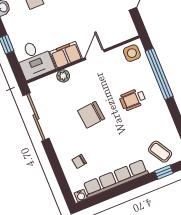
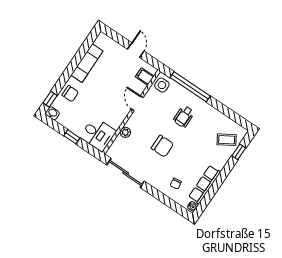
filing cabinet: (66, 55) -> (145, 77), moved, width x0.50
chair: (91, 115) -> (162, 146), turned -84
row of seats: (116, 179) -> (205, 185), width x0.73

